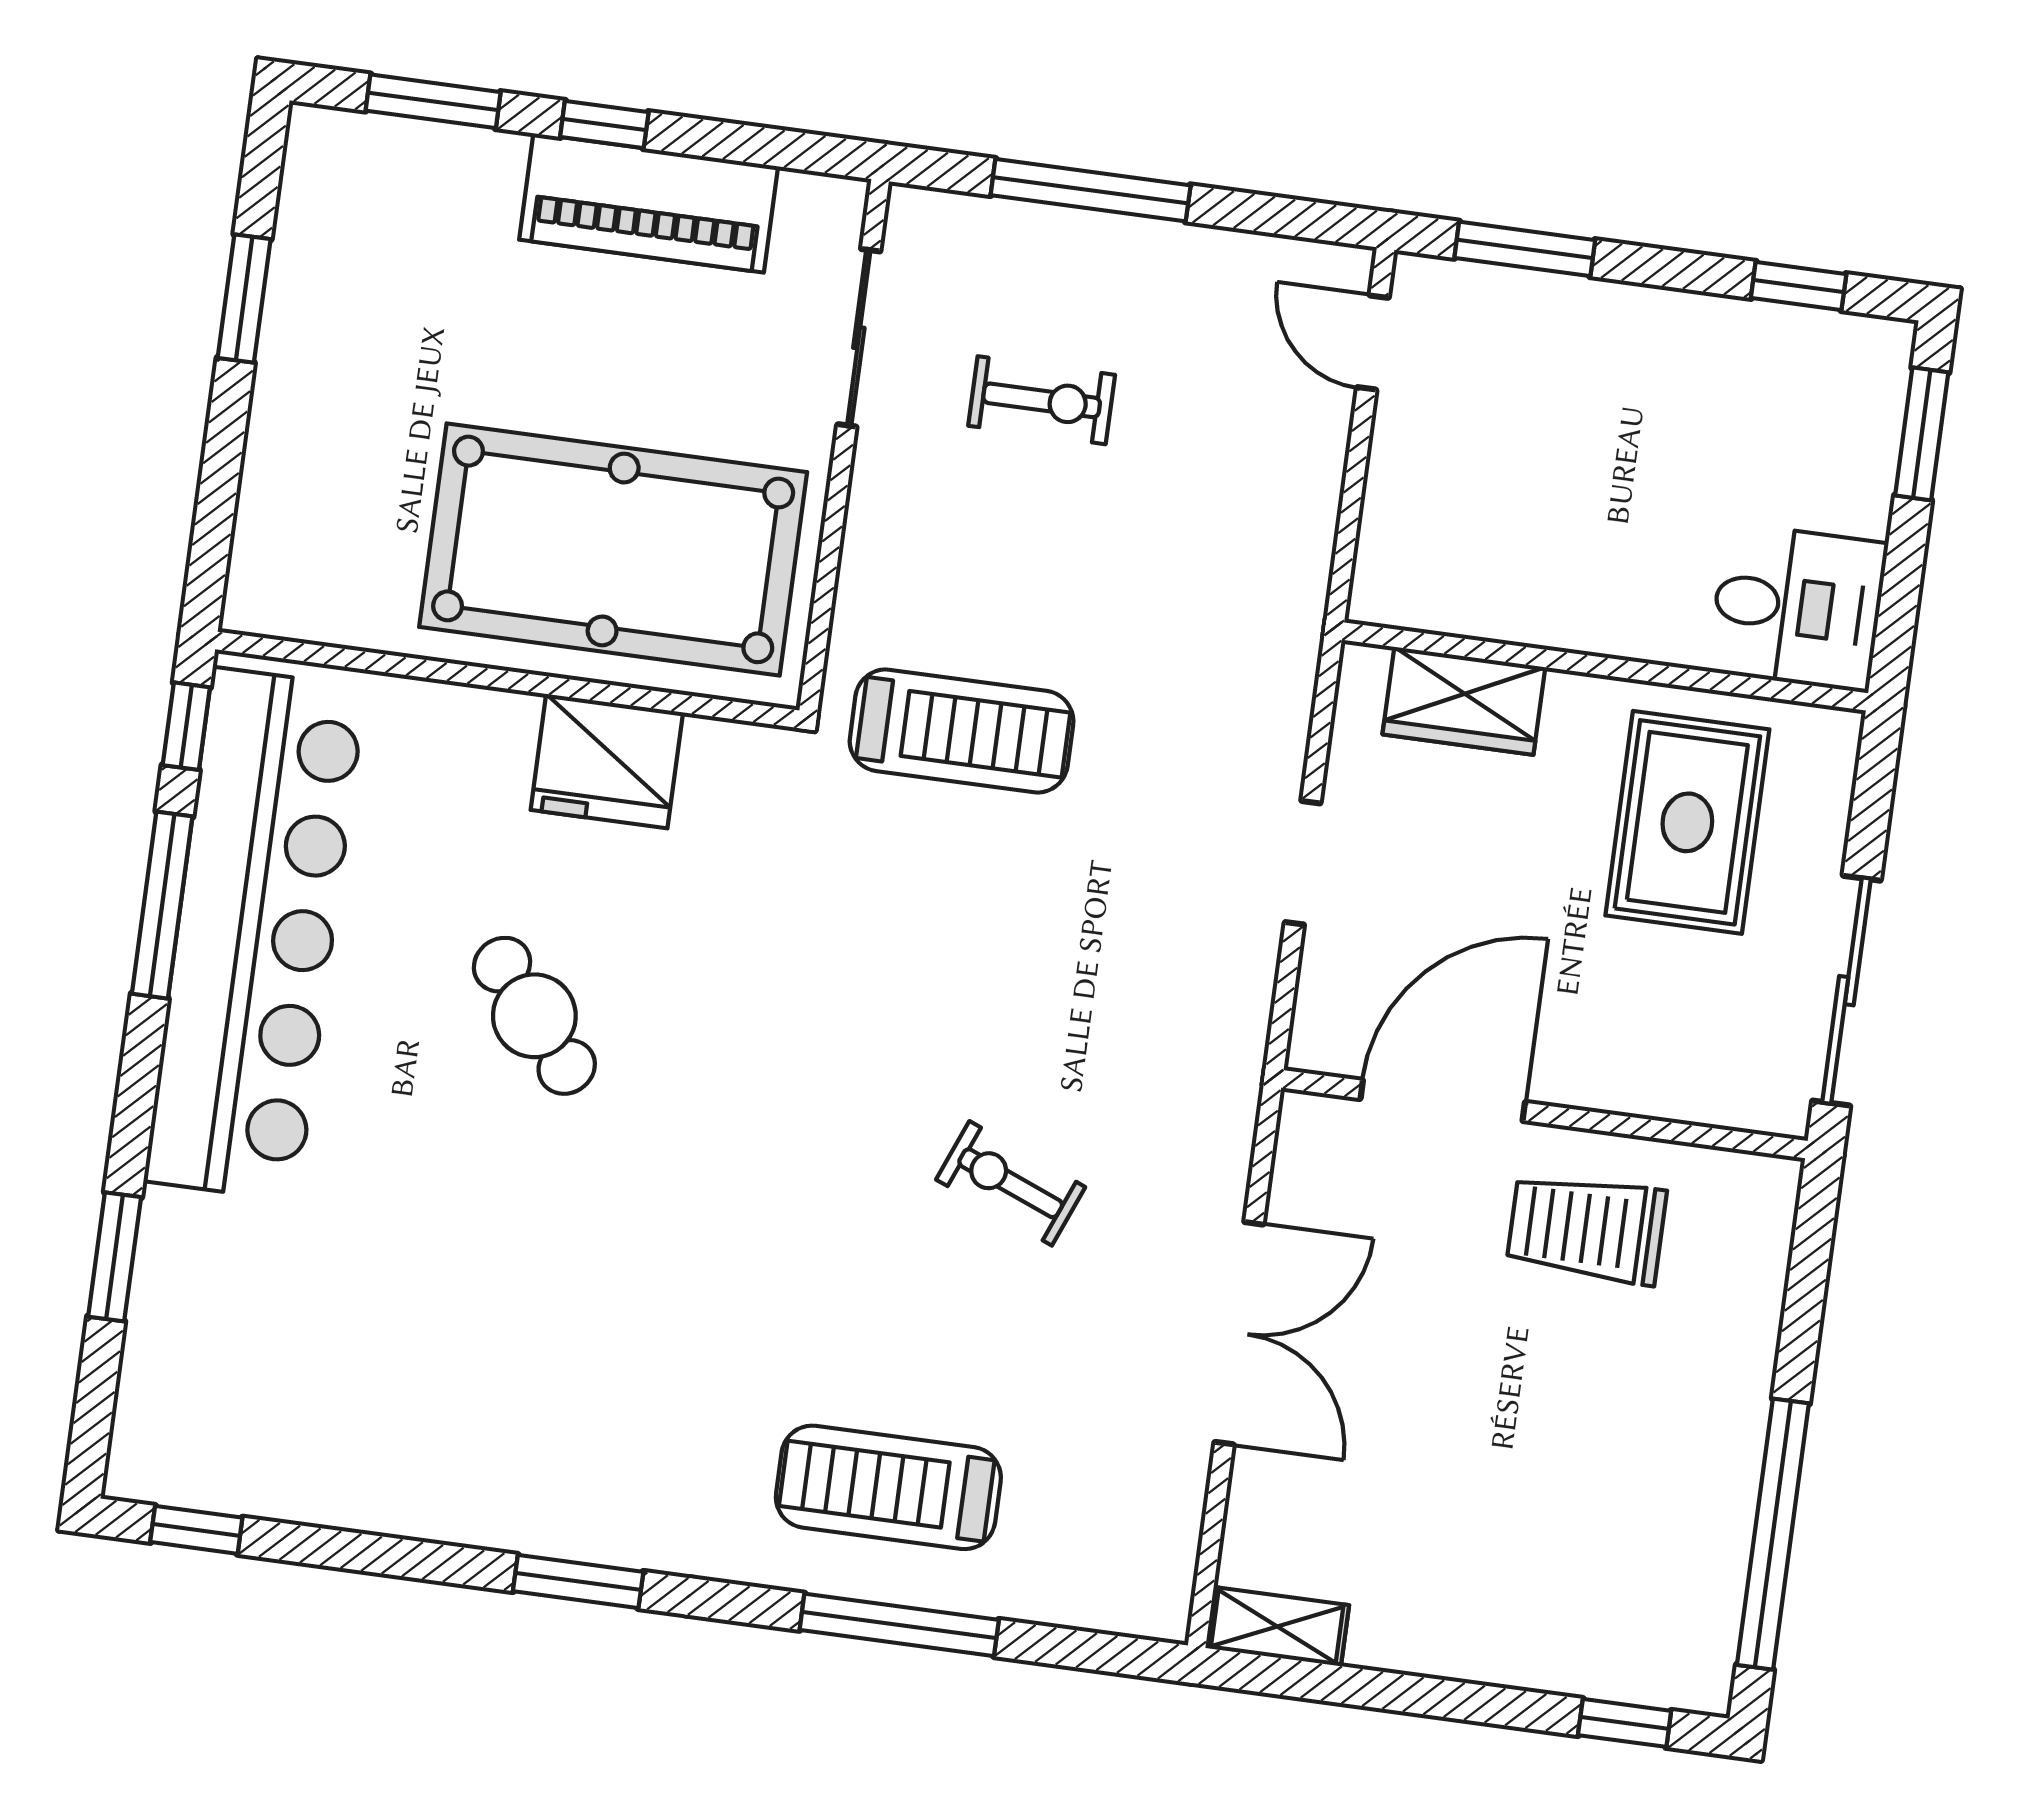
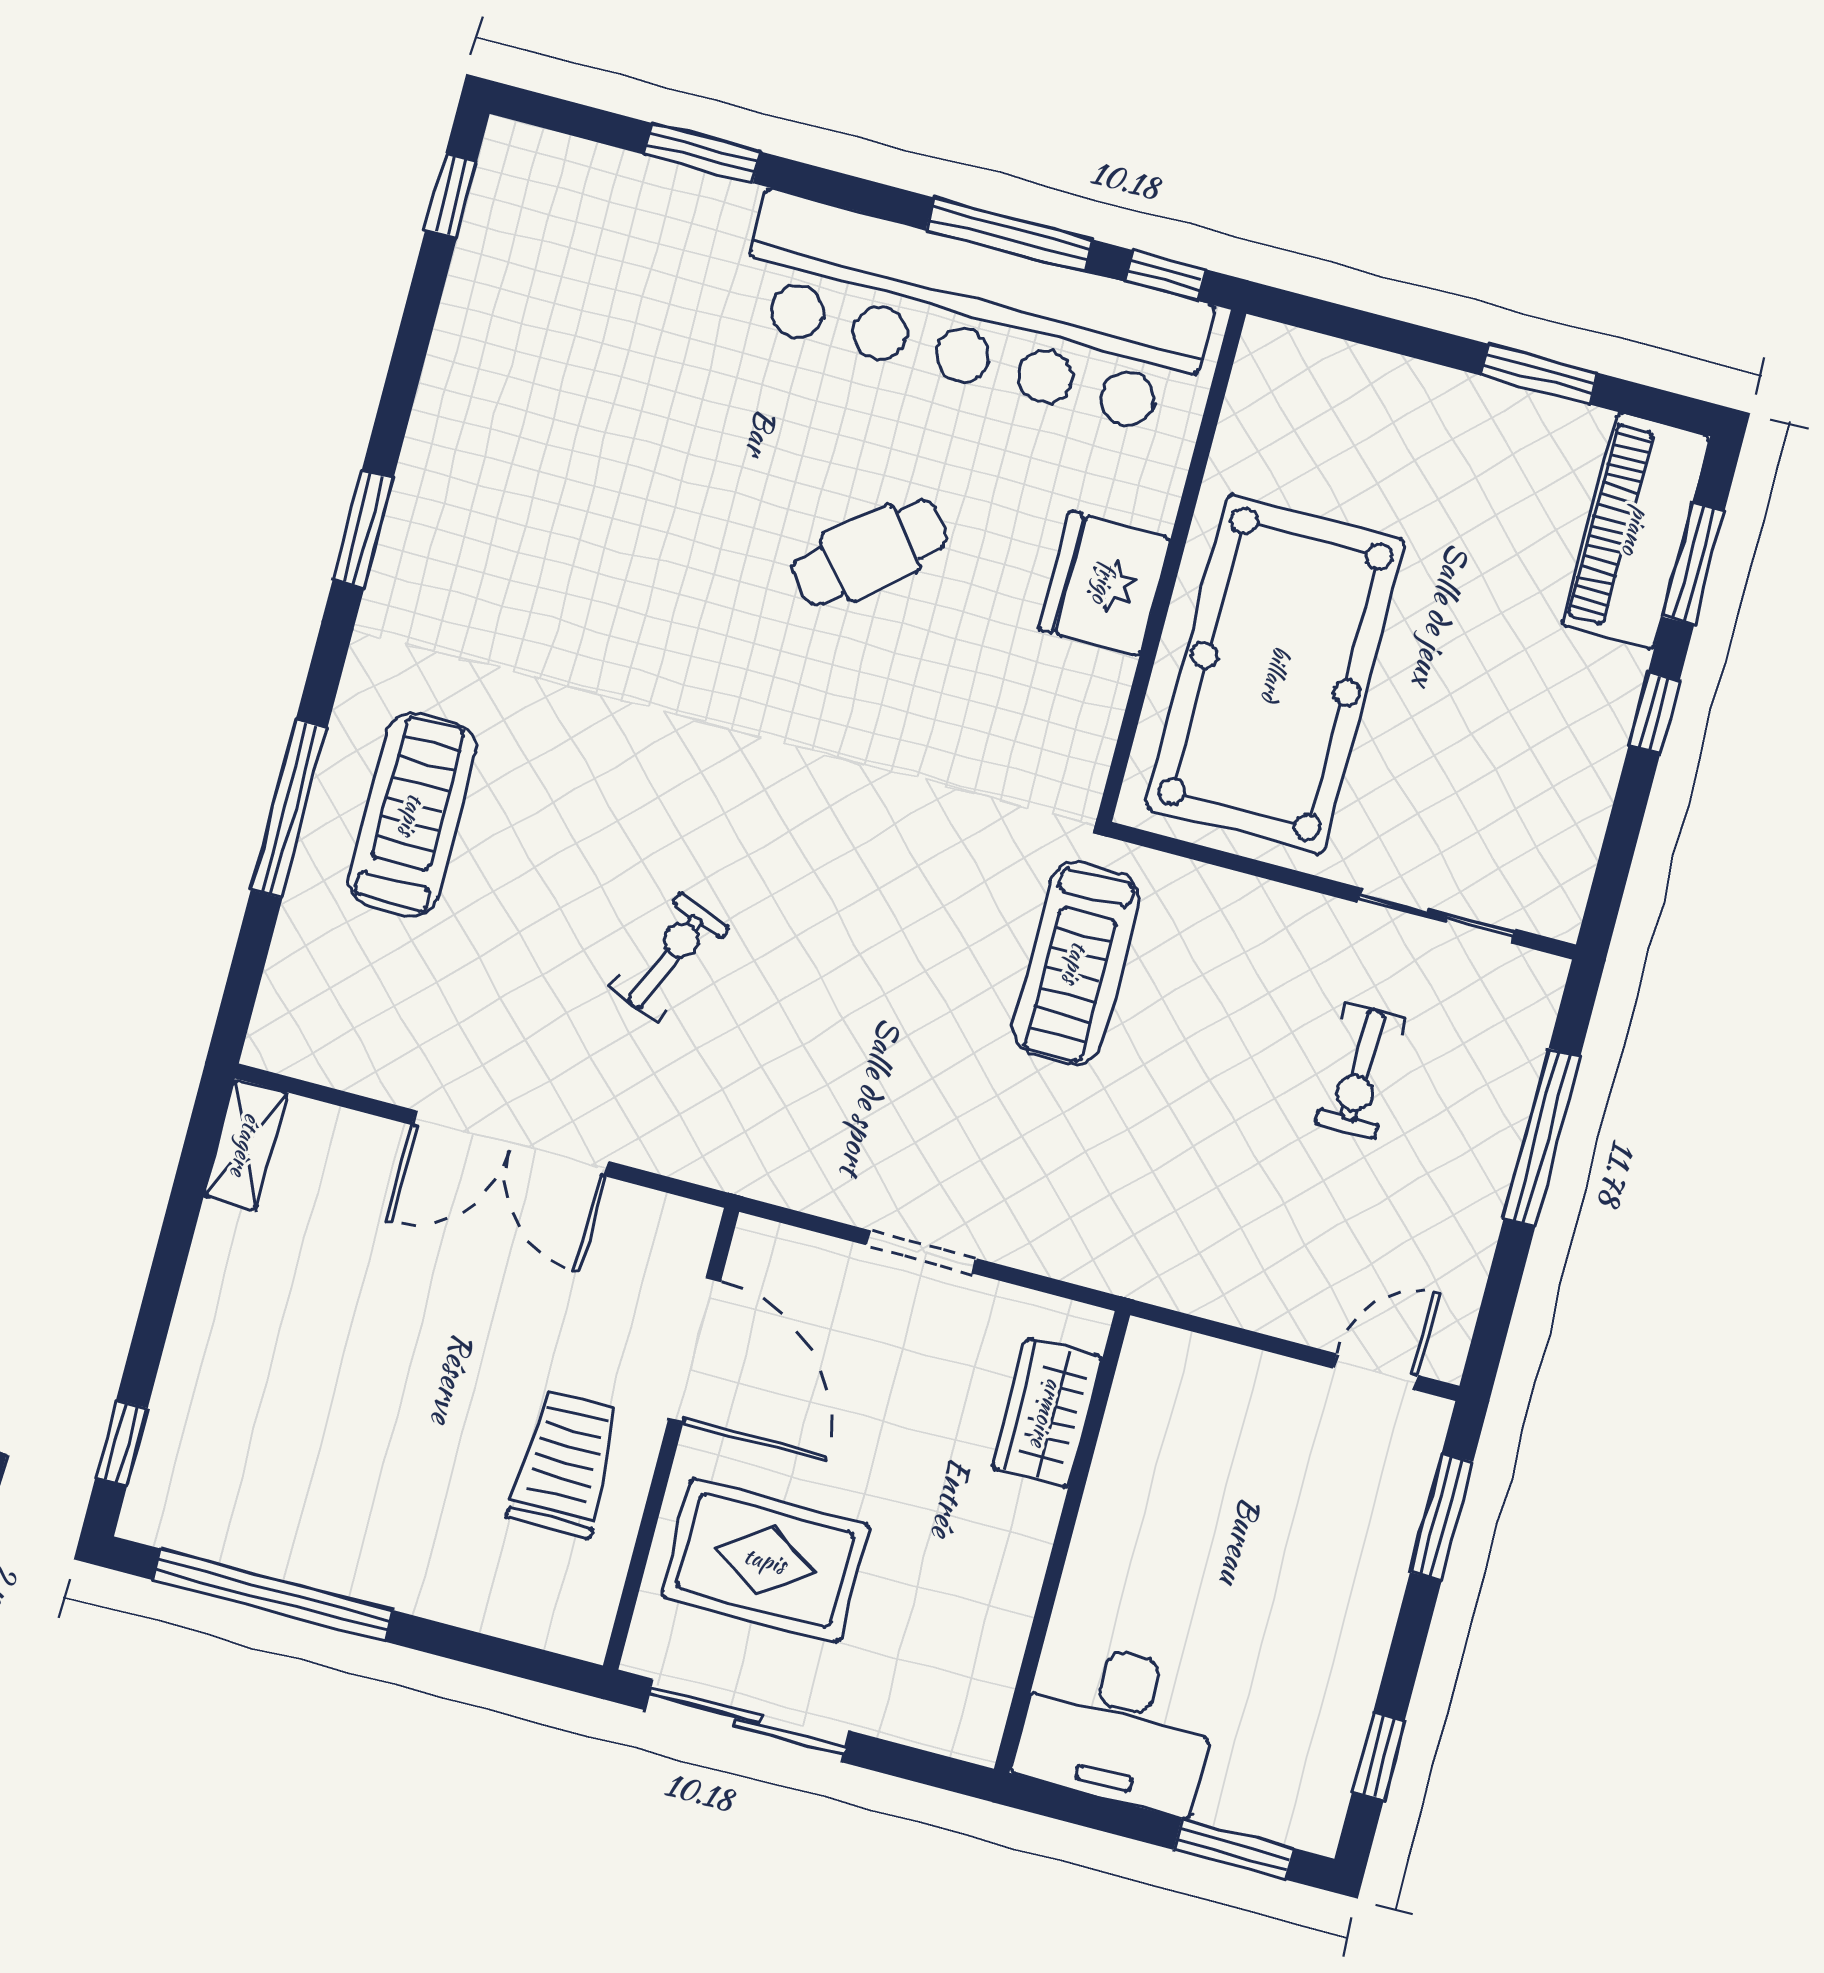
piano: (649, 203) -> (1636, 531), moved
desk: (1798, 607) -> (1118, 1726), width x1.37
fridge: (607, 761) -> (1105, 583), moved
rug: (1687, 822) -> (765, 1560), moved

